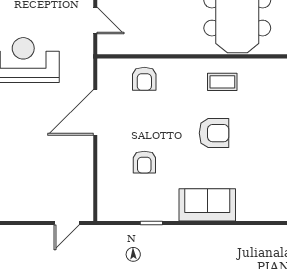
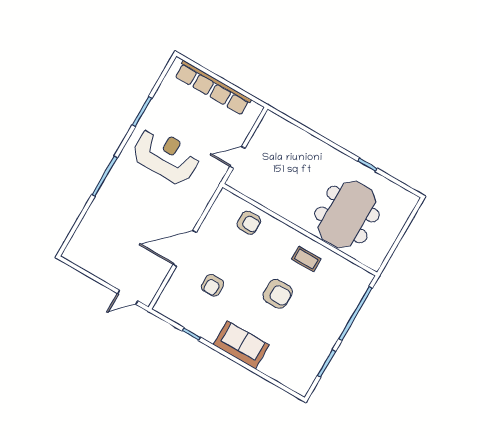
door: (95, 20) -> (237, 157), swing flipped
armchair: (144, 79) -> (249, 223), turned -90
door: (95, 112) -> (185, 248), moved

